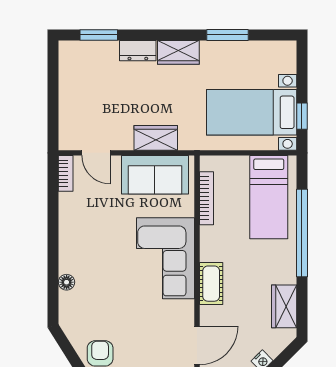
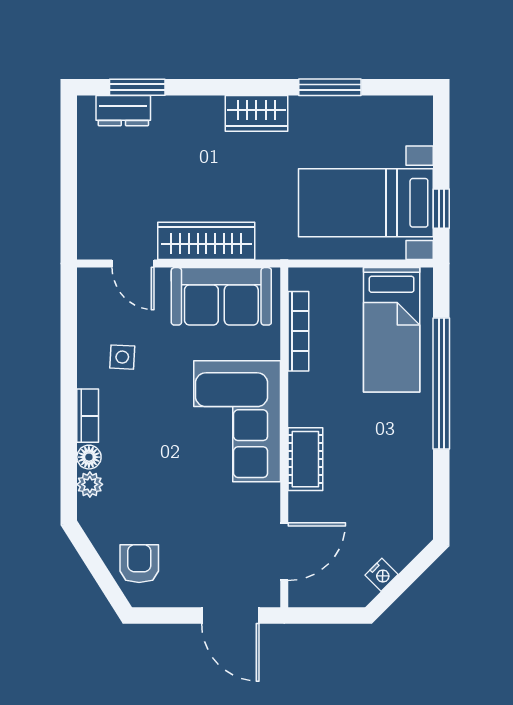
dresser: (138, 51) -> (123, 111), moved
wardrobe: (156, 138) -> (206, 241), width x1.50
bookcase: (66, 173) -> (88, 416), moved
side table: (89, 215) -> (122, 357), added
plant: (67, 301) -> (90, 484), added
wardrobe: (284, 306) -> (414, 493), removed

